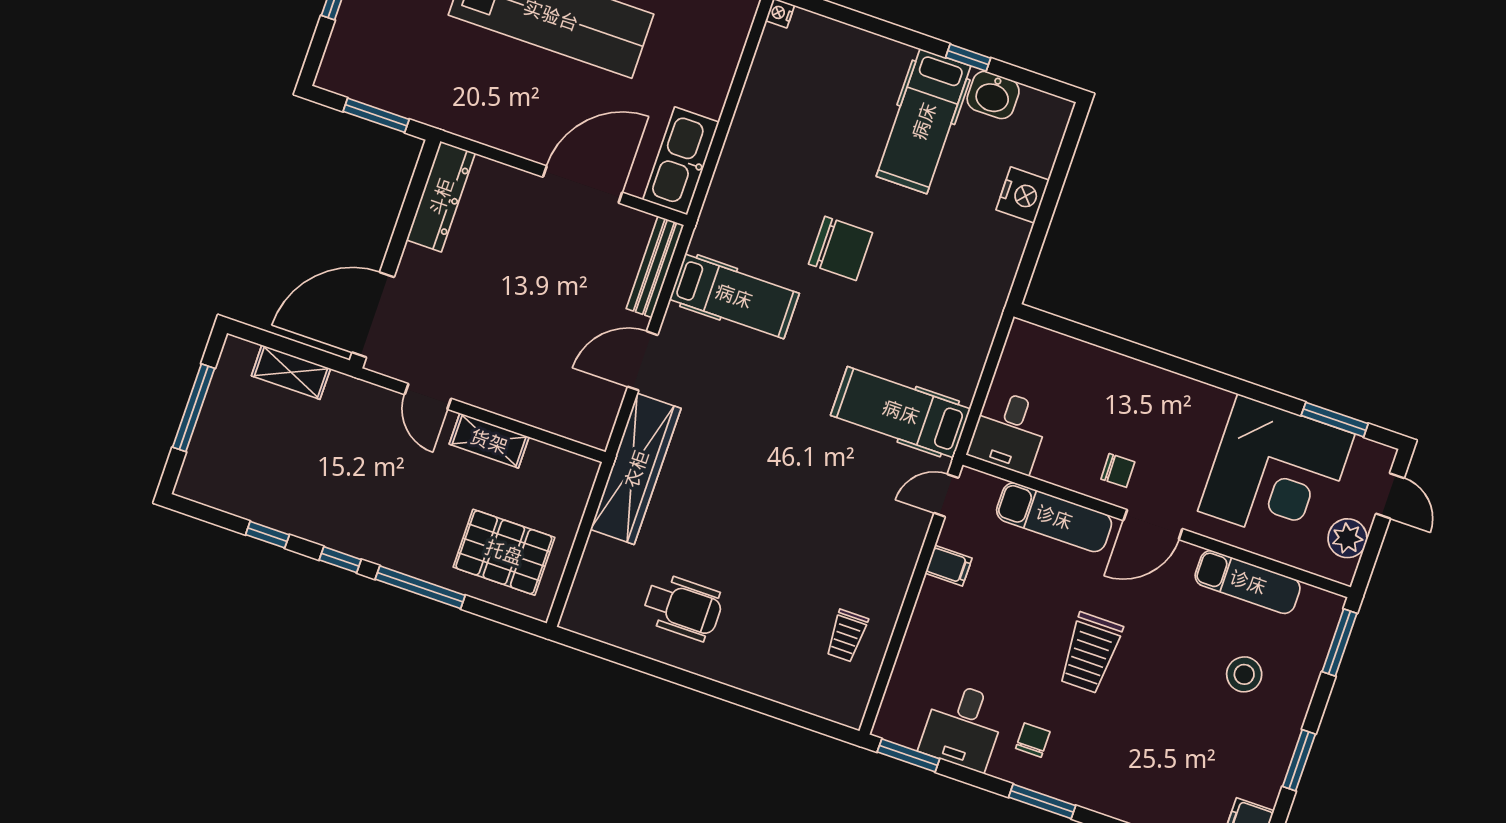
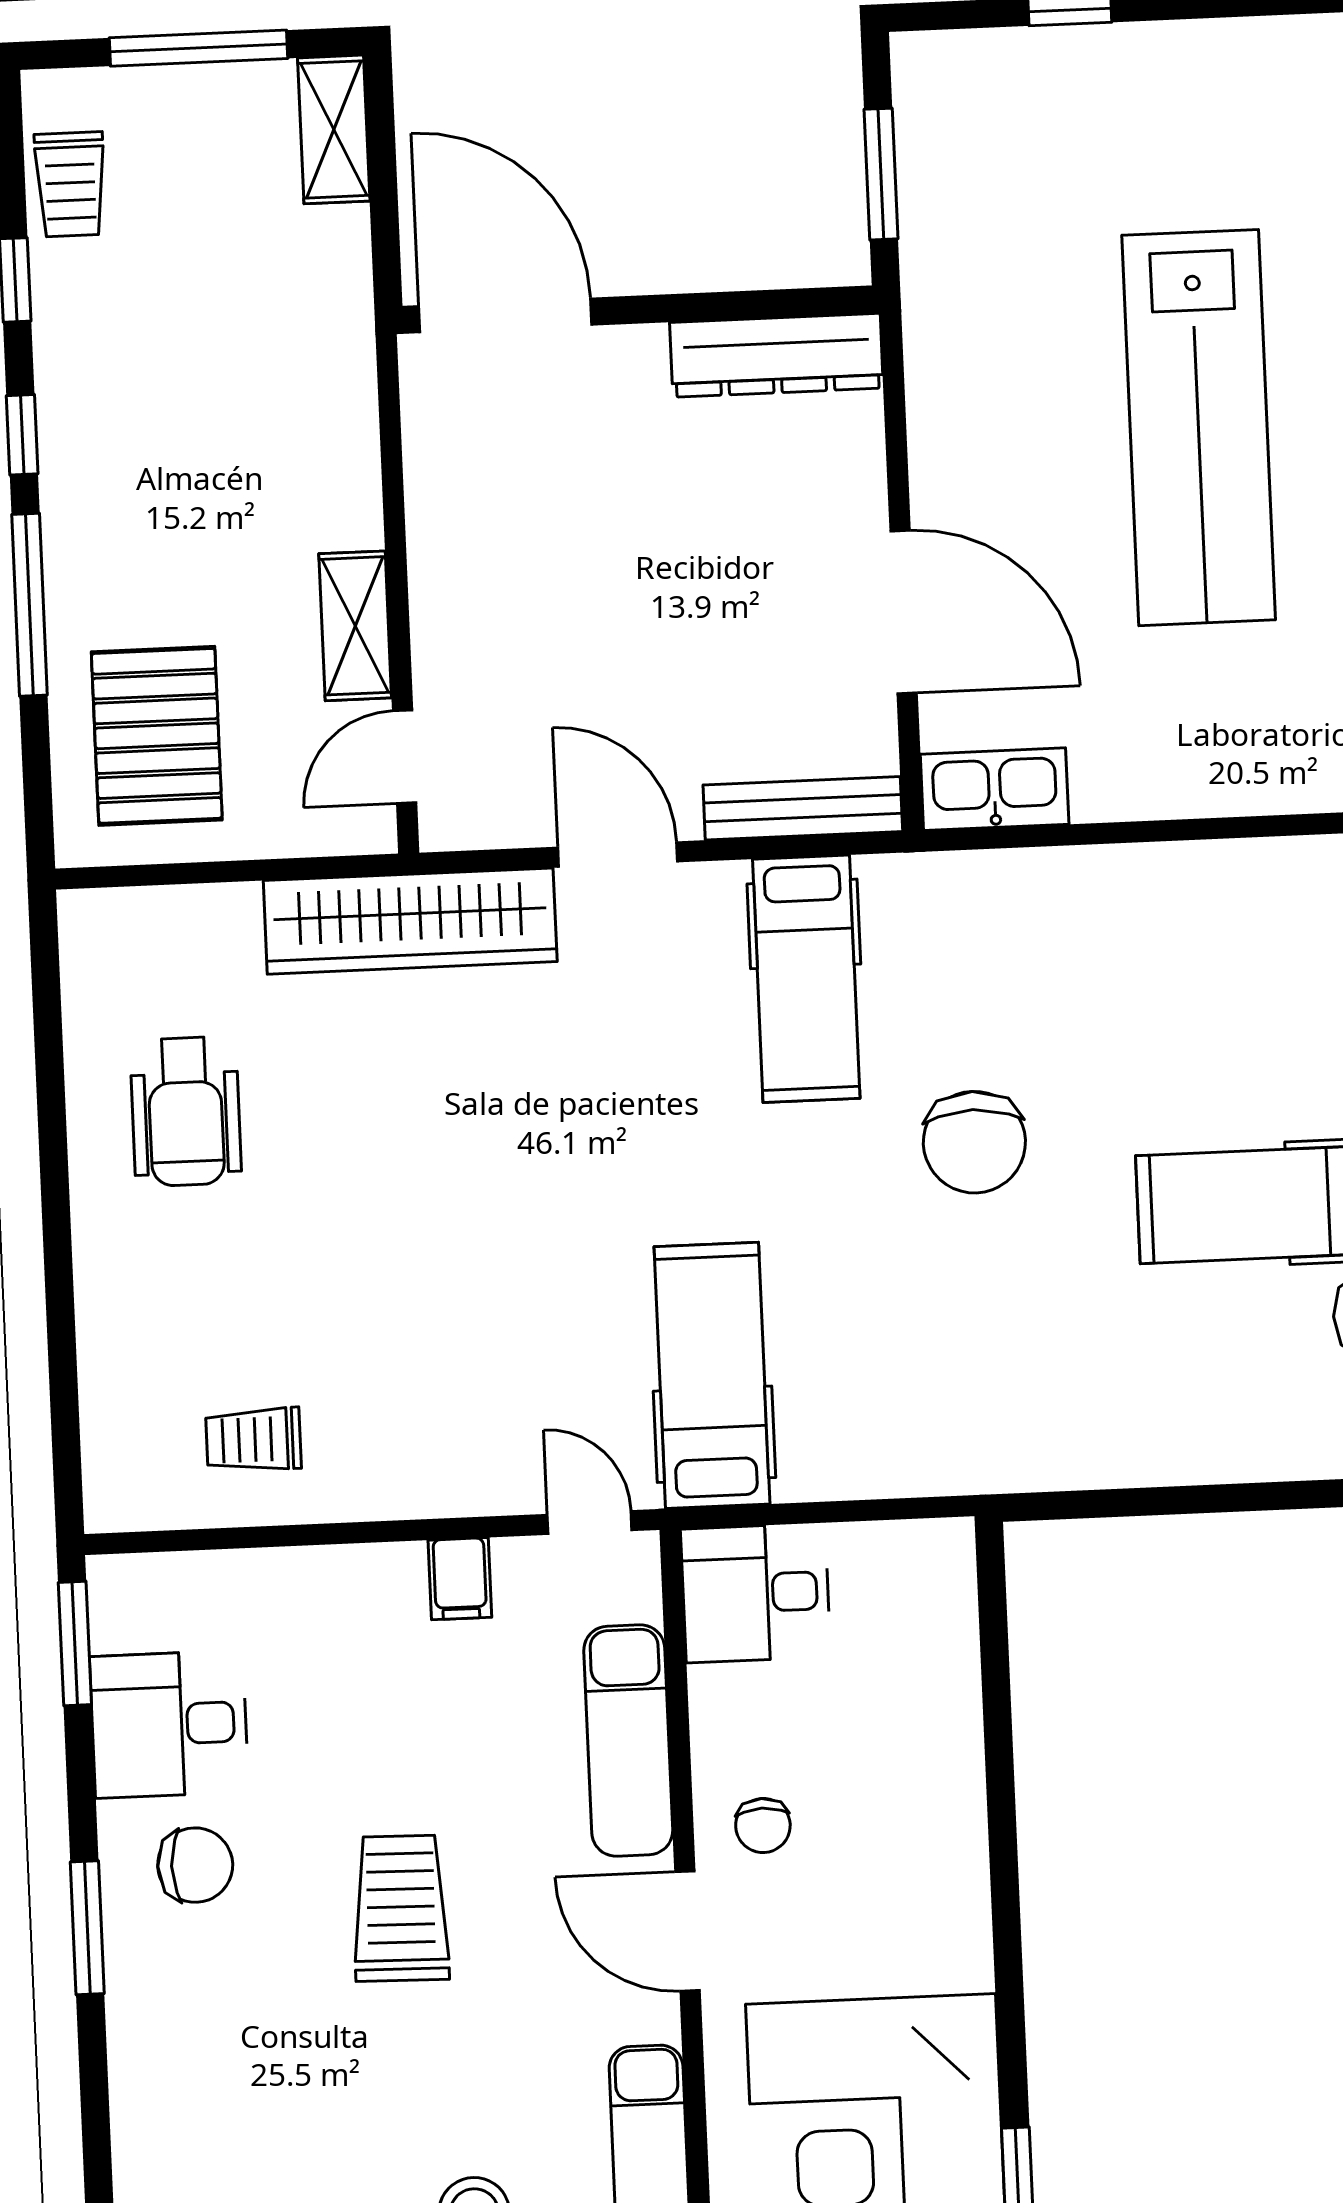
kitchen sink: (681, 161) -> (995, 789), width x0.73, depth x0.81
nightstand: (1023, 195) -> (1209, 1444), removed
shelving: (291, 372) -> (334, 129), moved
door: (428, 397) -> (405, 757), moved
trolley: (233, 492) -> (70, 184), added
trolley: (1090, 653) -> (401, 1908), turned 91
chair: (1033, 740) -> (195, 1865), width x1.37, depth x1.37

